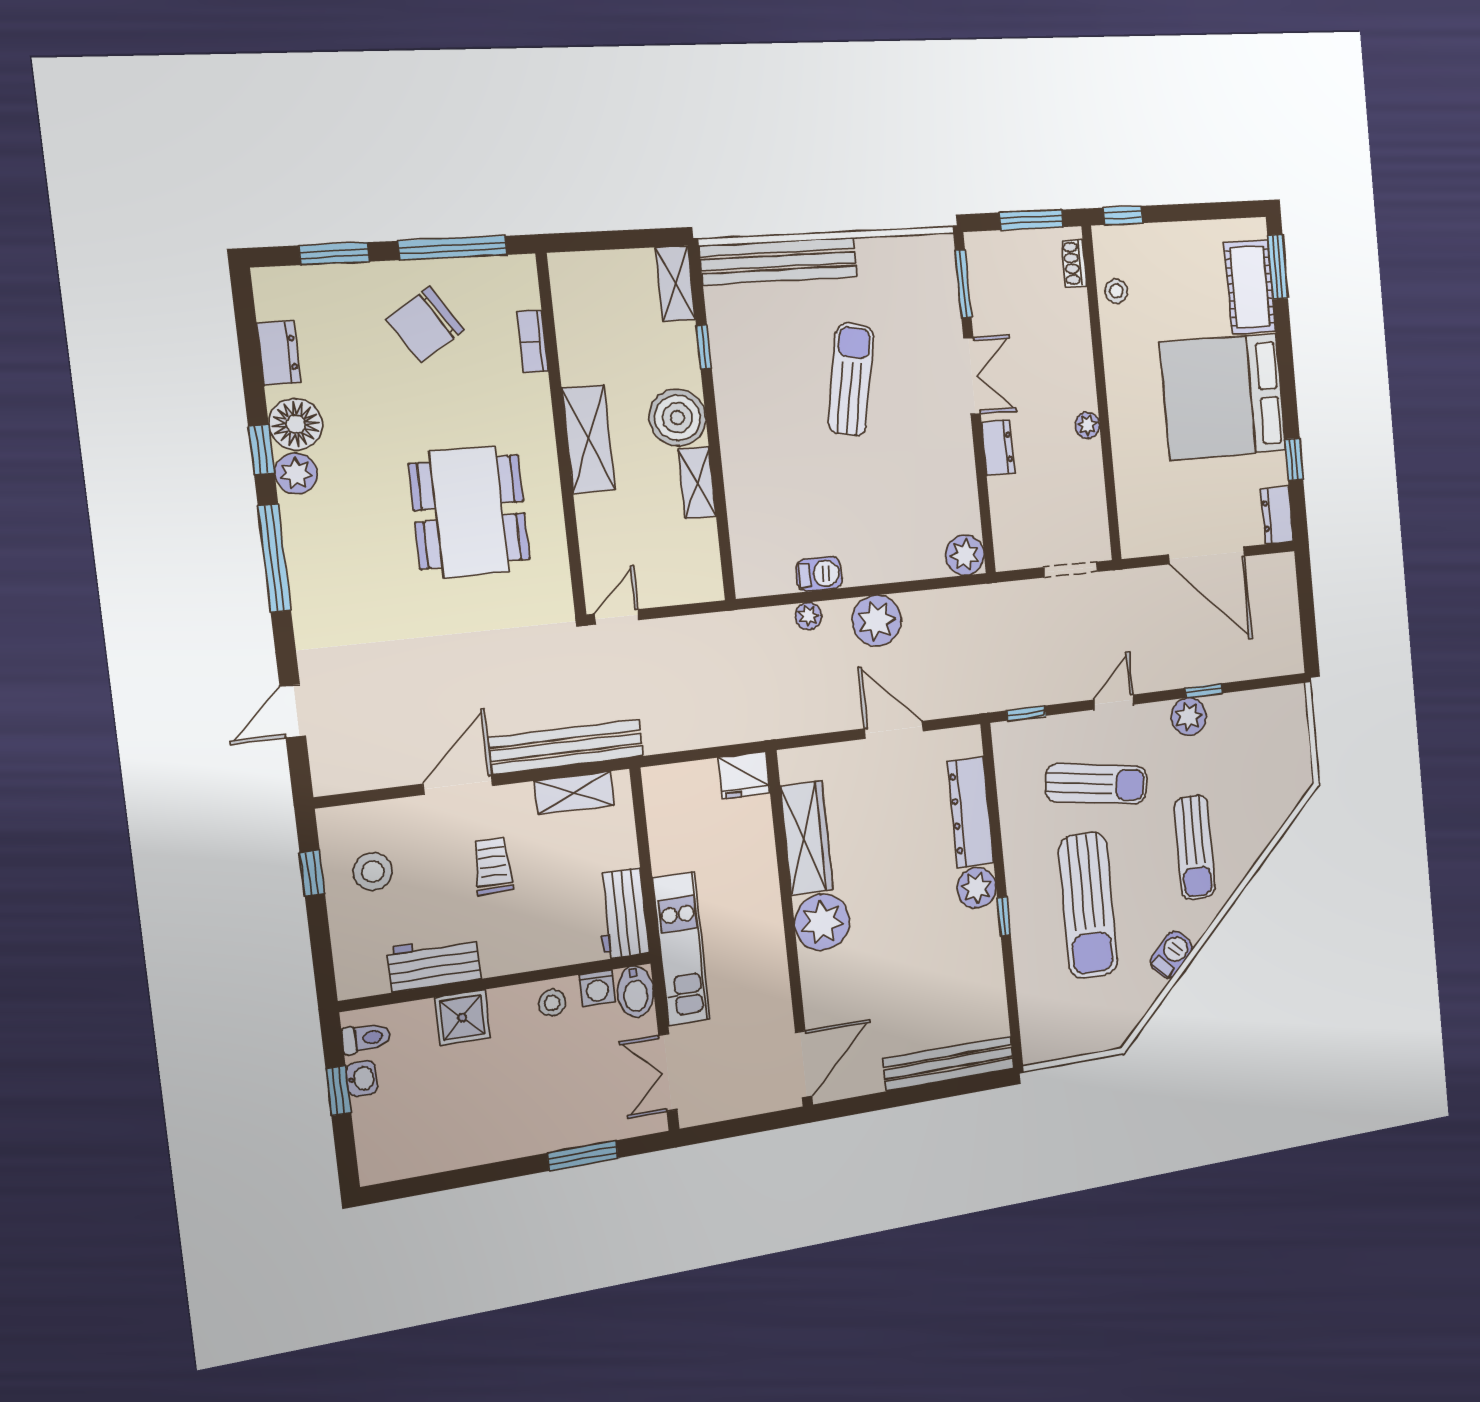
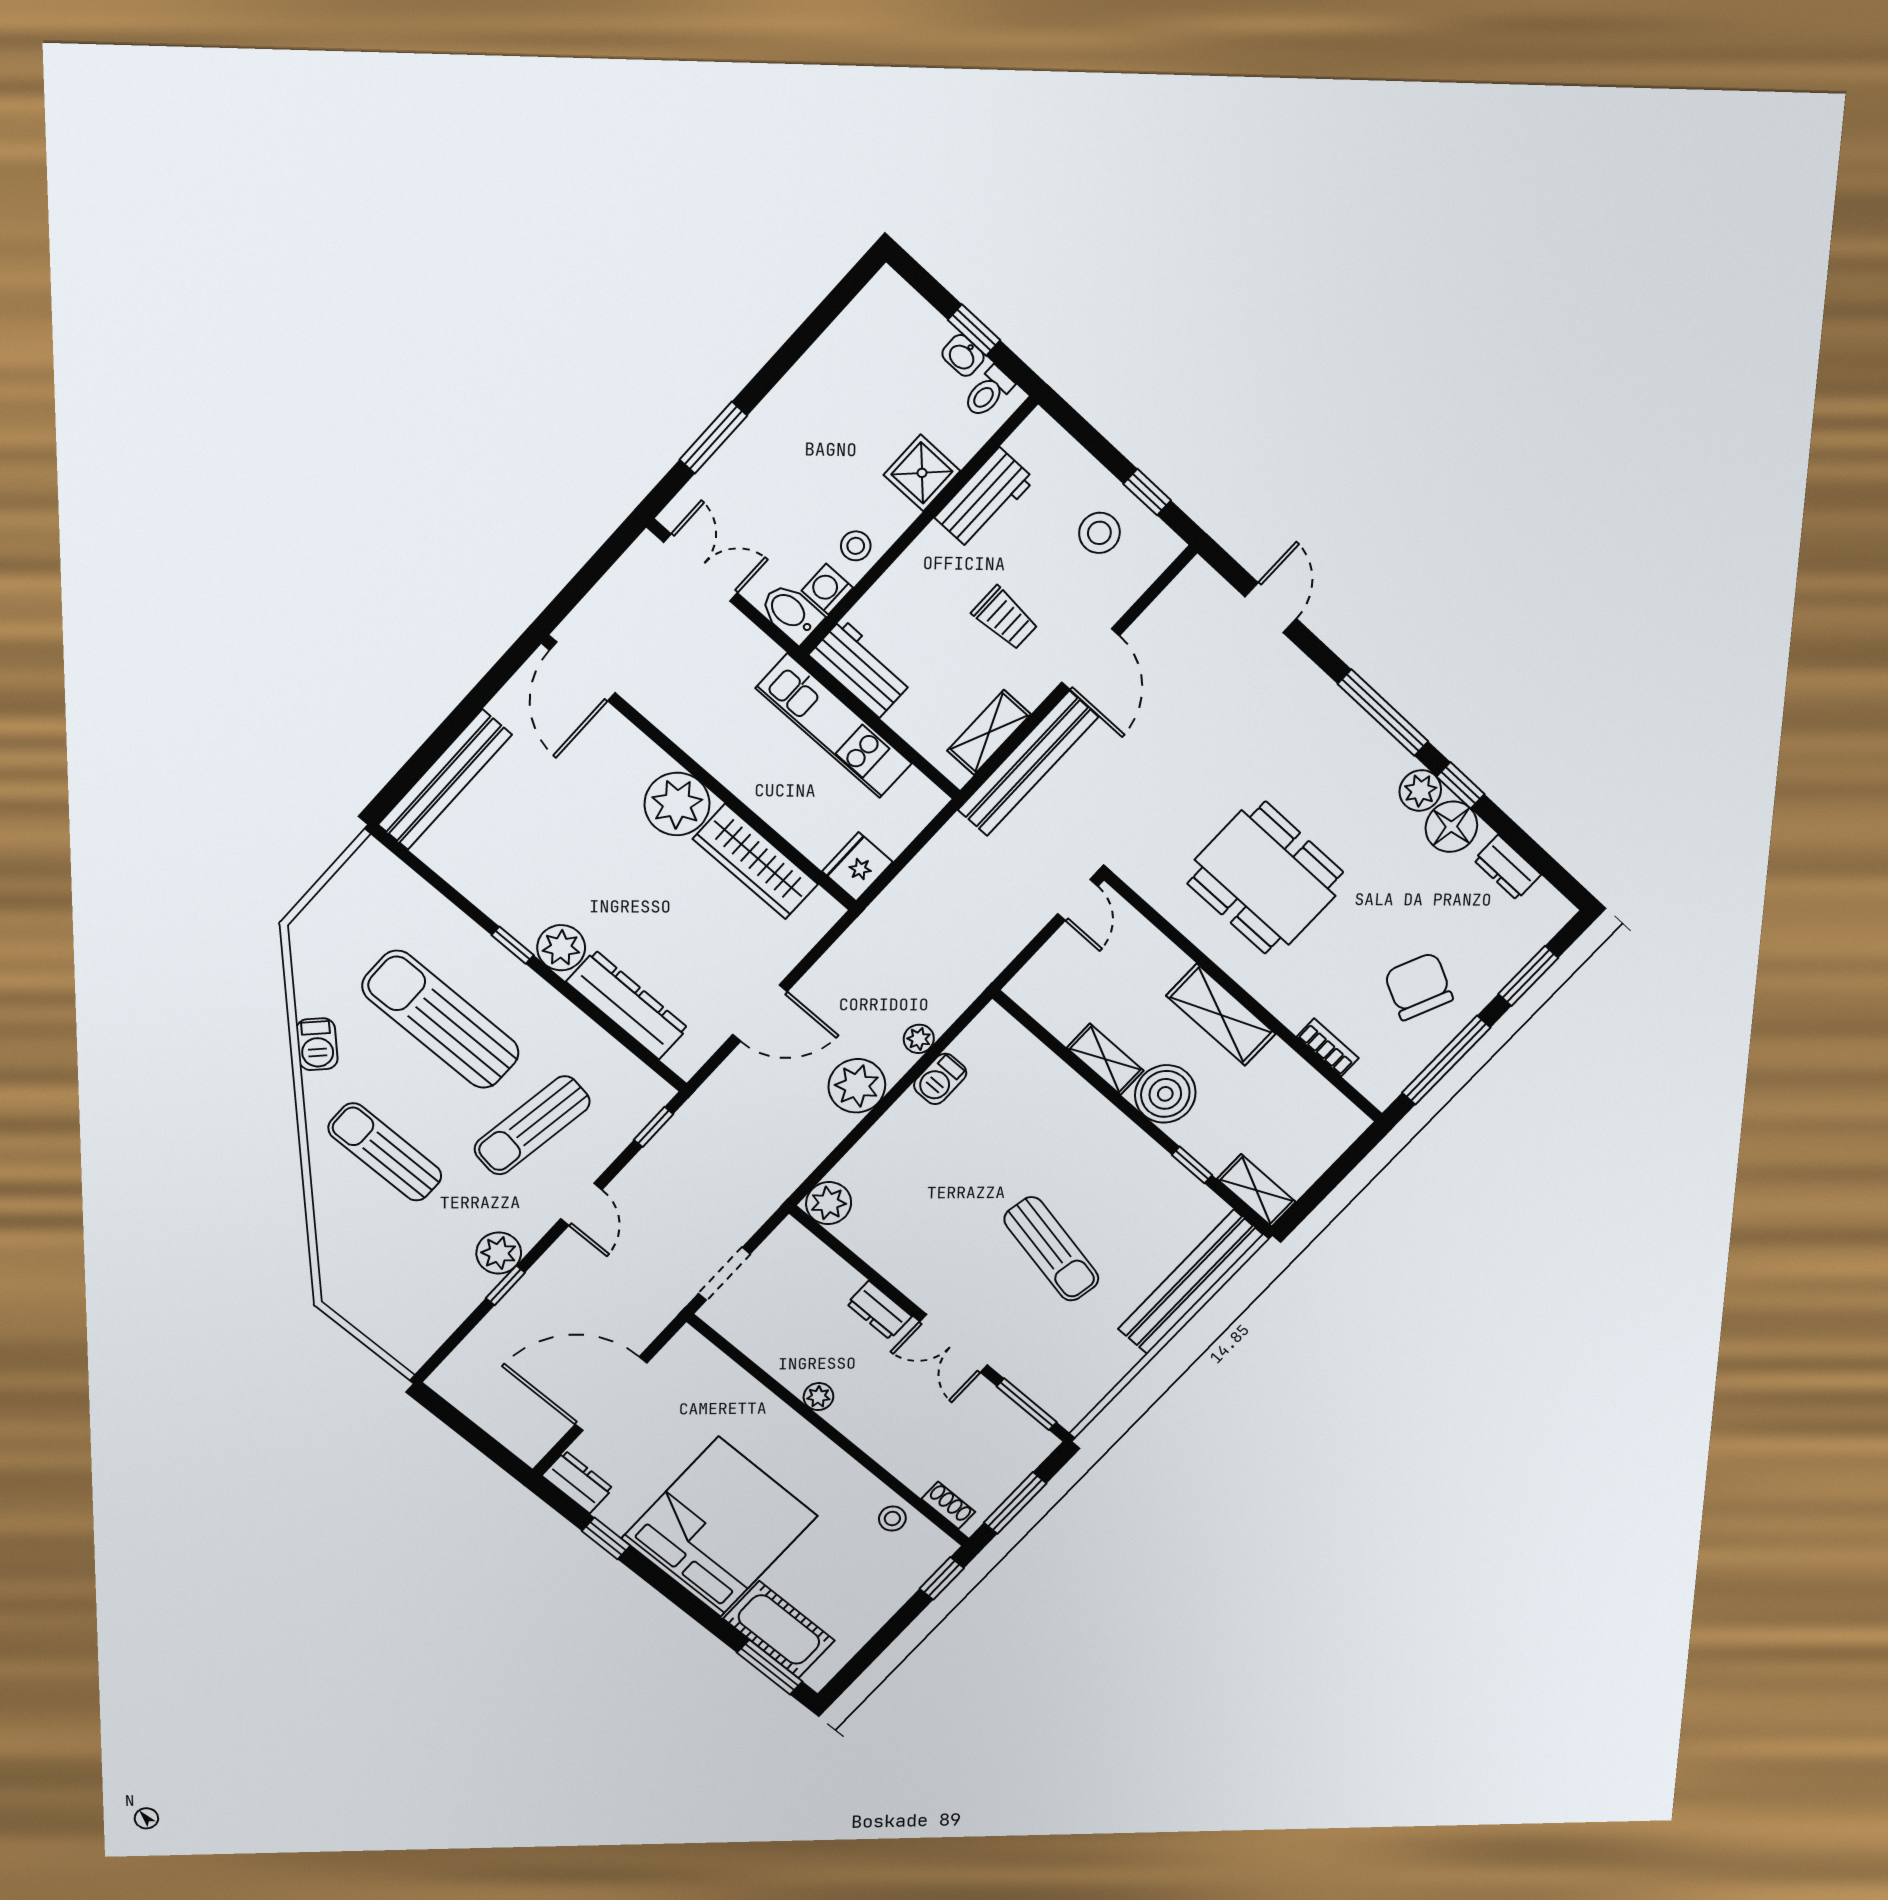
chair: (425, 324) -> (1419, 986), turned -32
kitchen unit: (681, 948) -> (834, 726), moved

